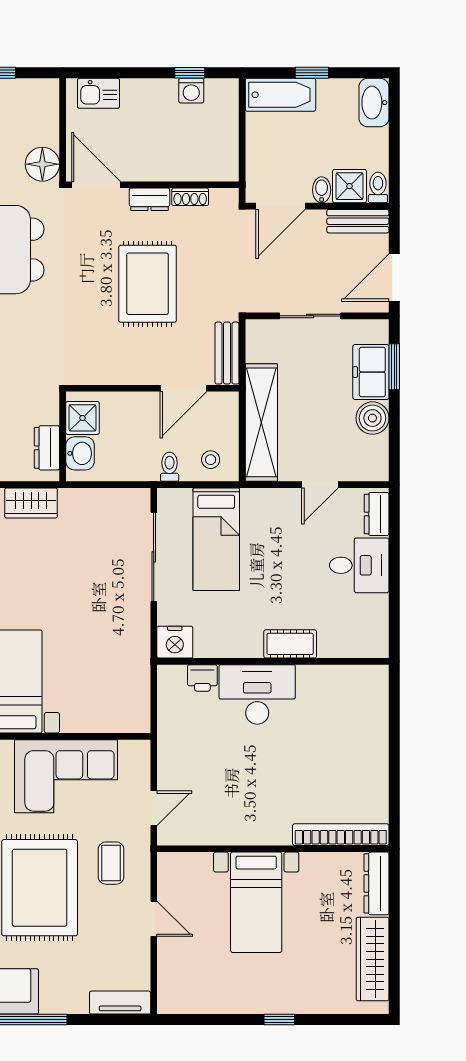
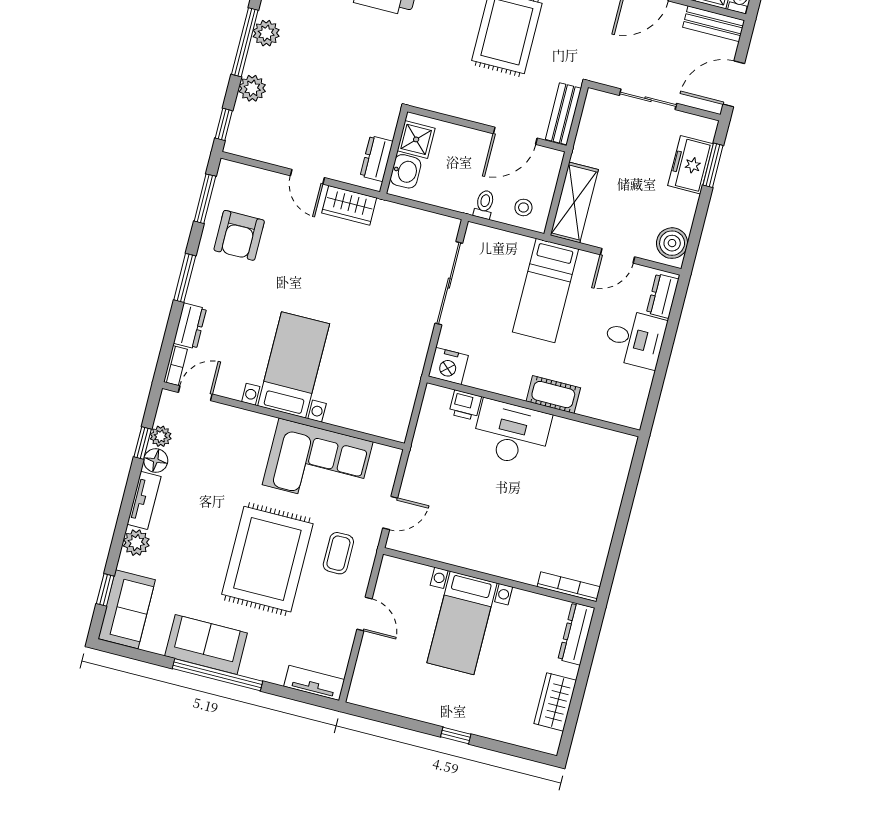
boiler: (372, 418) -> (672, 243), moved
shelving: (261, 422) -> (574, 202), width x0.68
bed: (216, 539) -> (545, 291), moved
bookcase: (341, 835) -> (569, 587), width x0.68, depth x0.76
wardrobe: (373, 959) -> (555, 702), width x0.67

